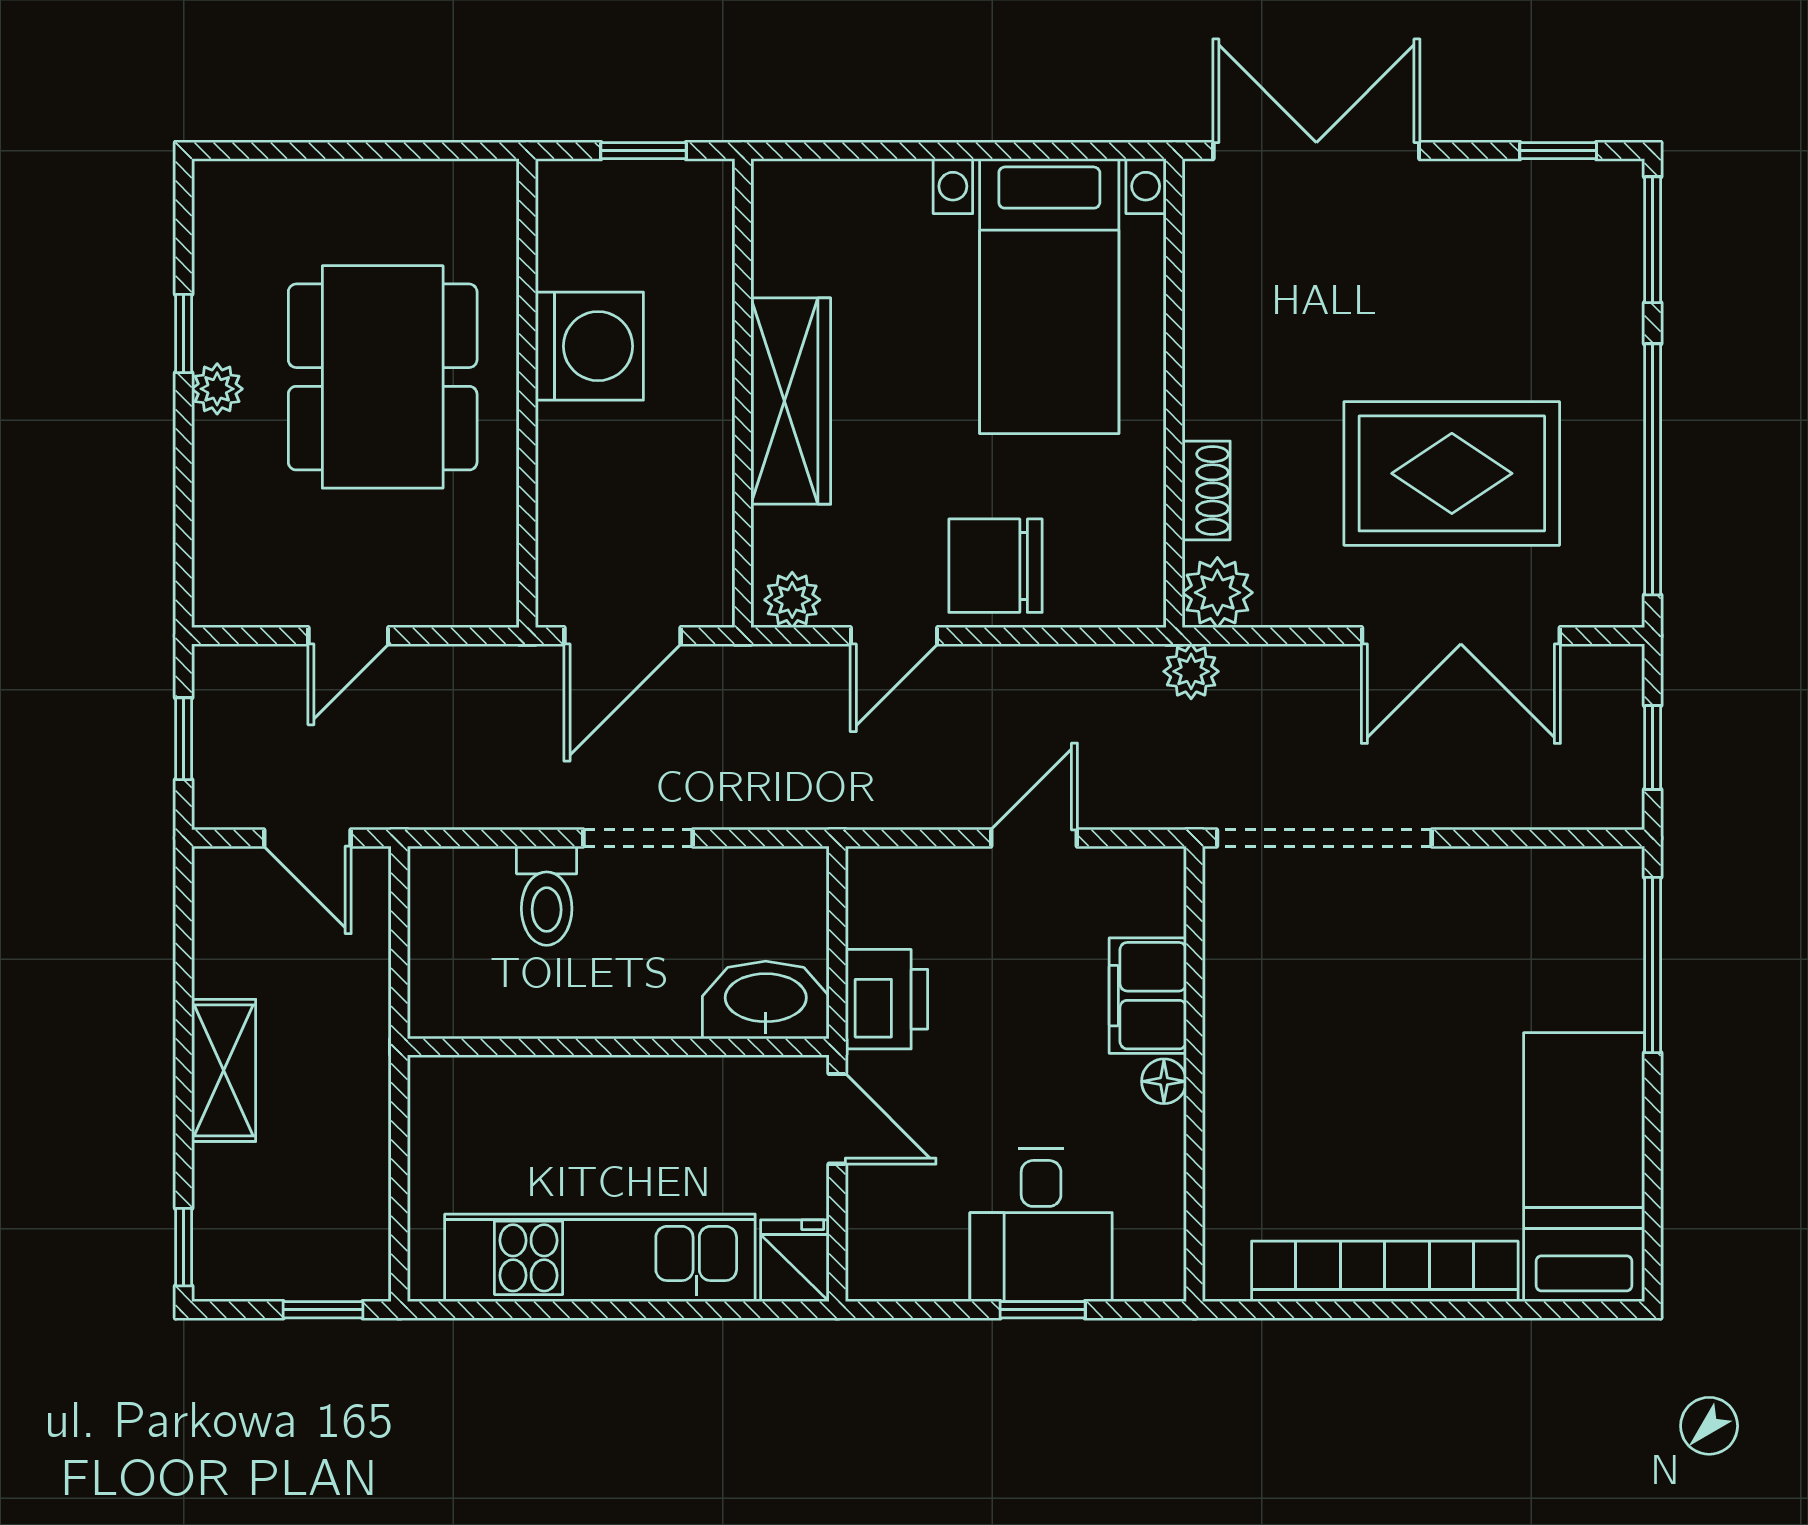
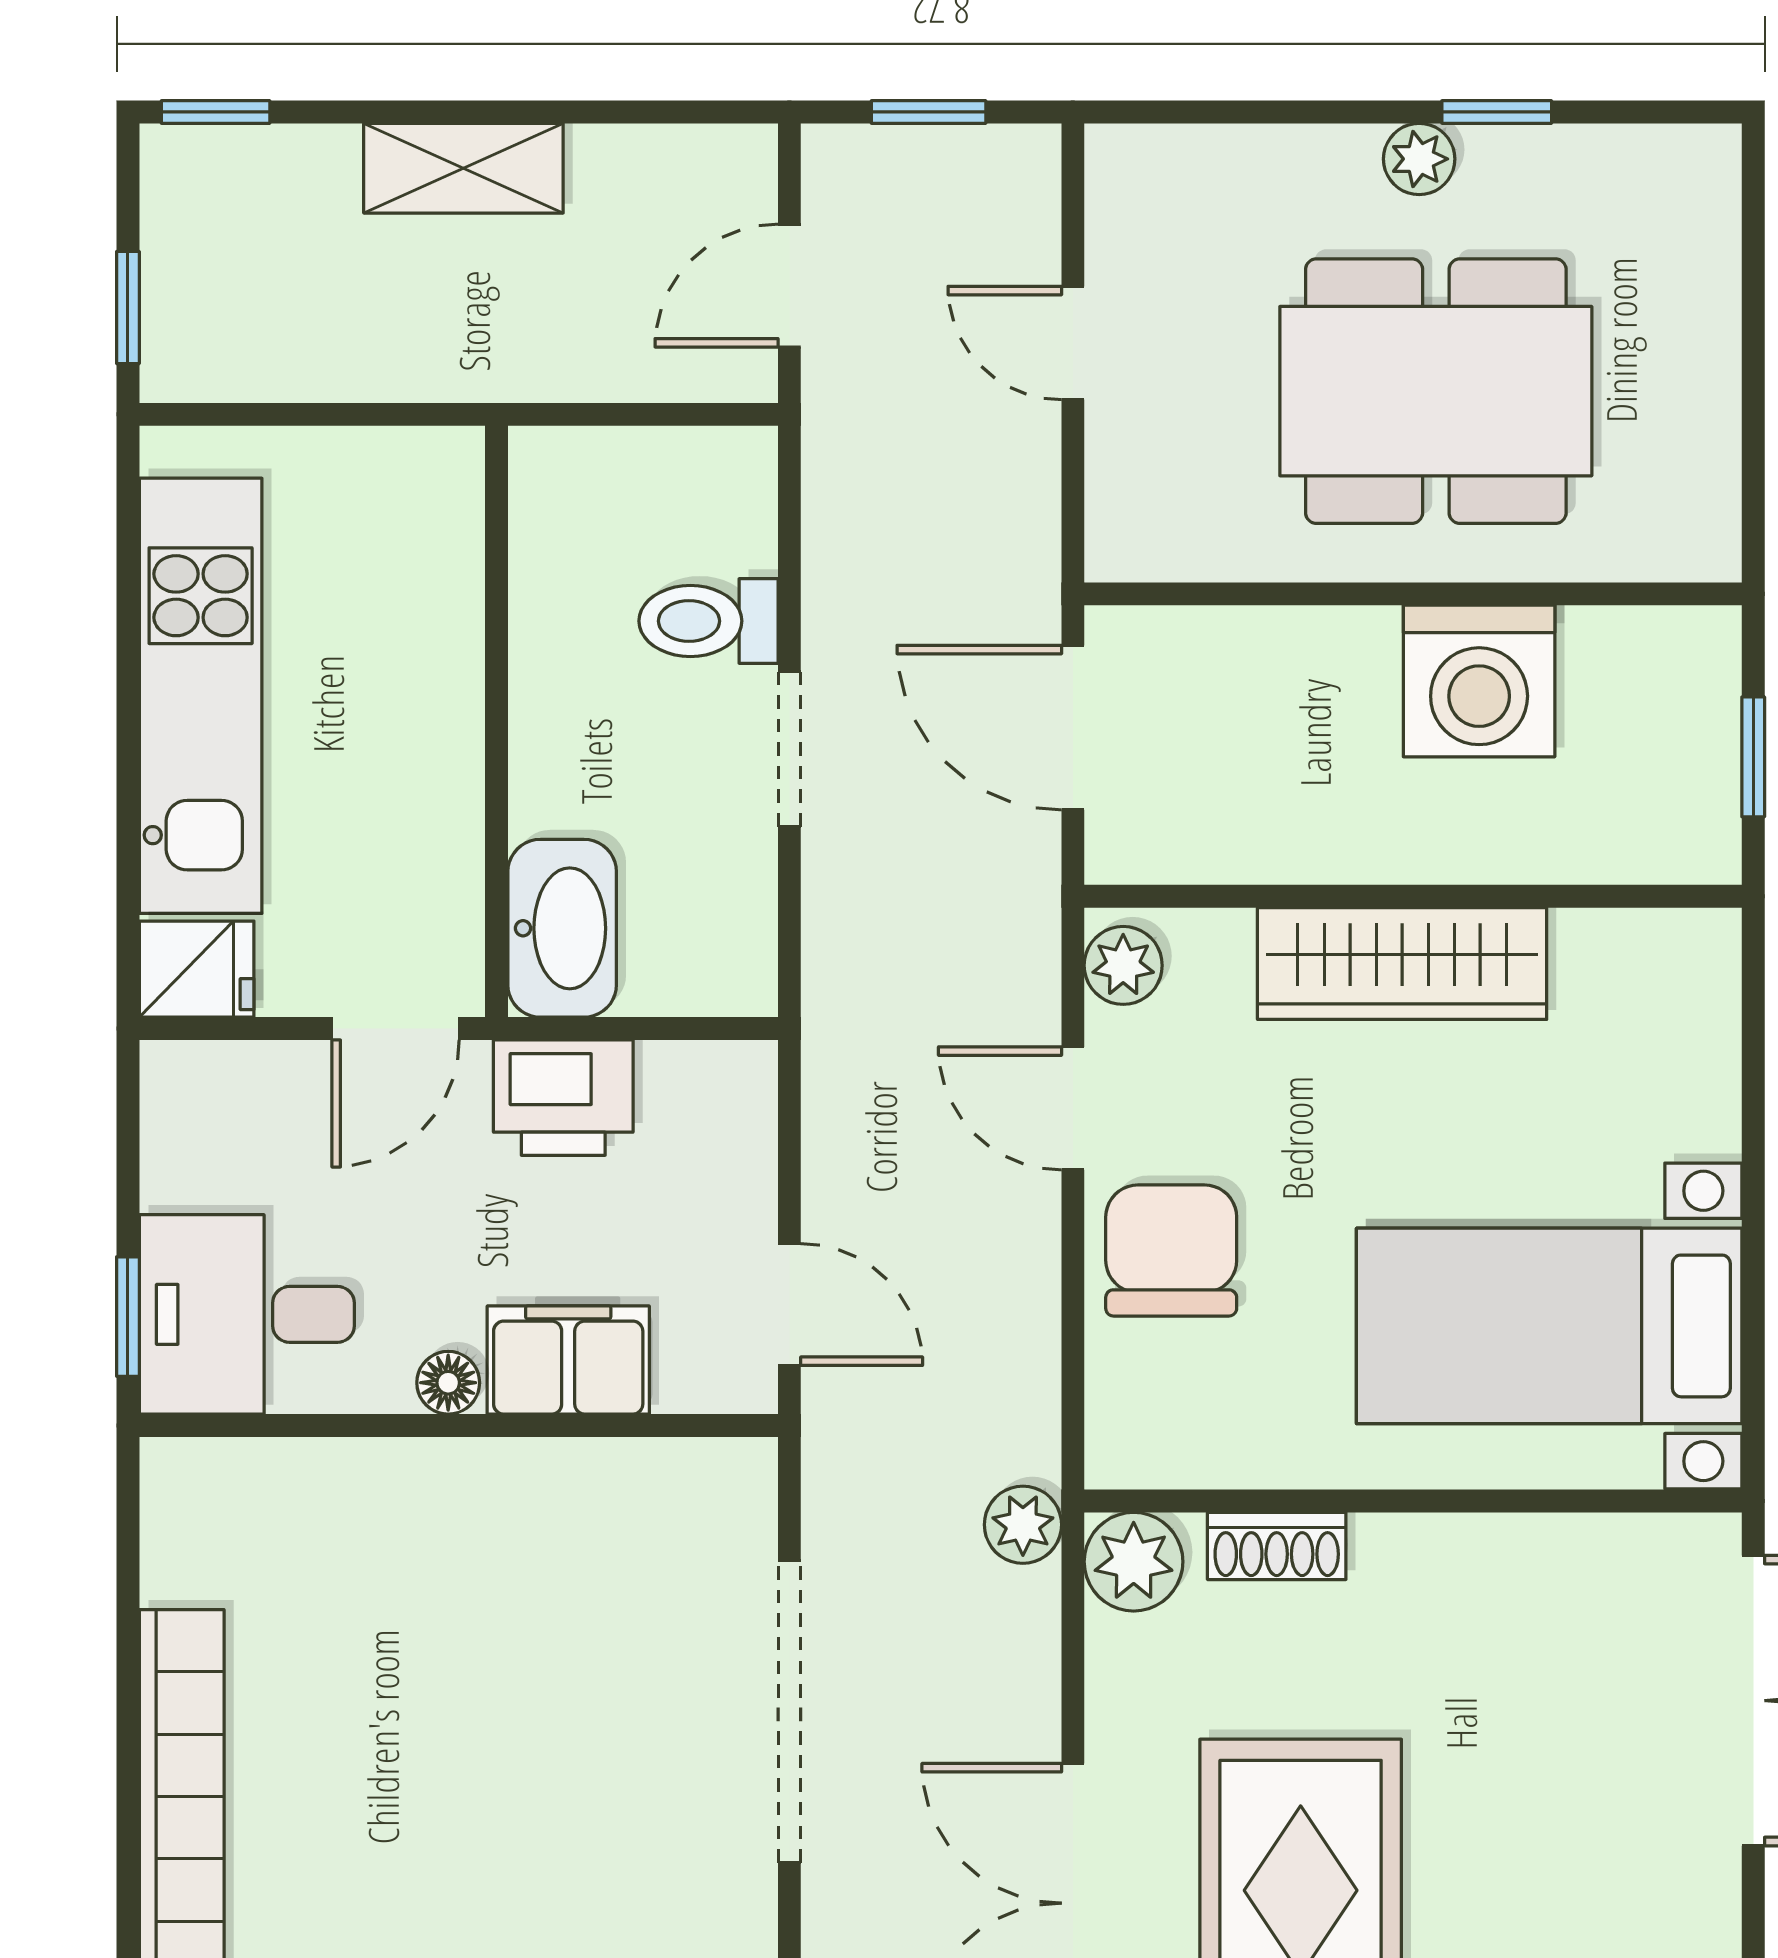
filing cabinet: (1148, 996) -> (568, 1360), moved
wall: (1194, 1074) -> (459, 1425), moved
floor lamp: (1164, 1081) -> (448, 1383), moved

